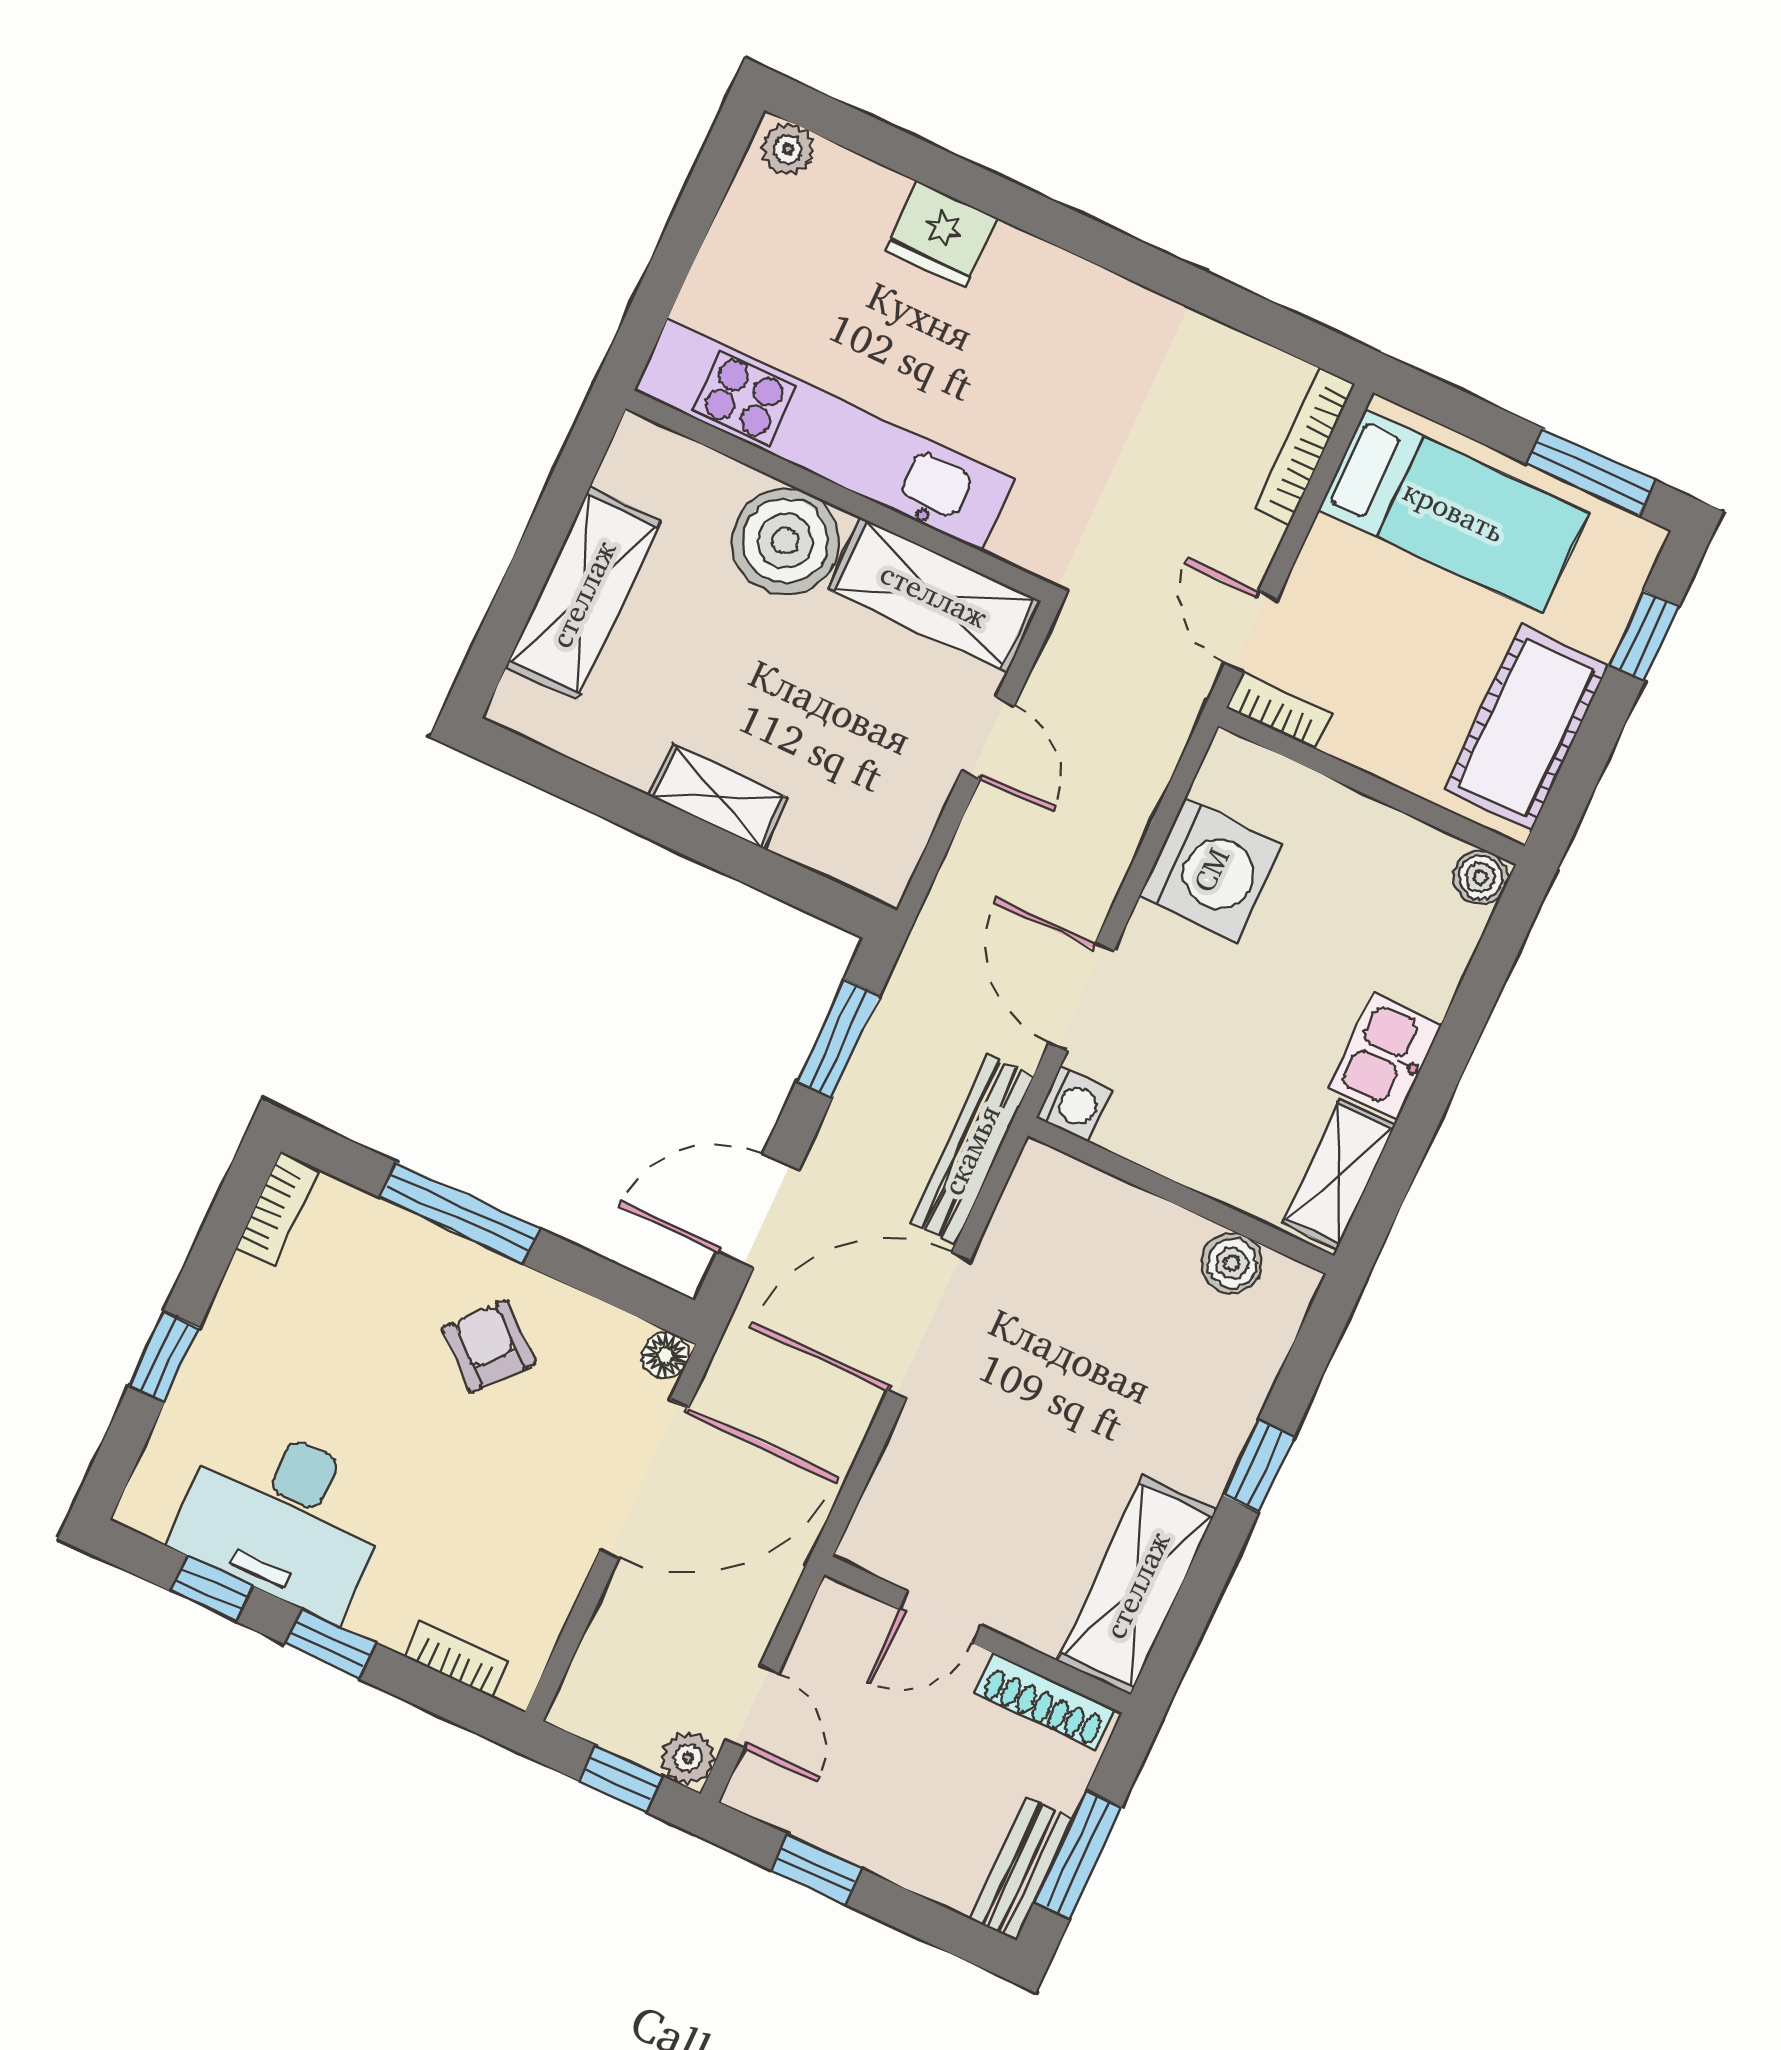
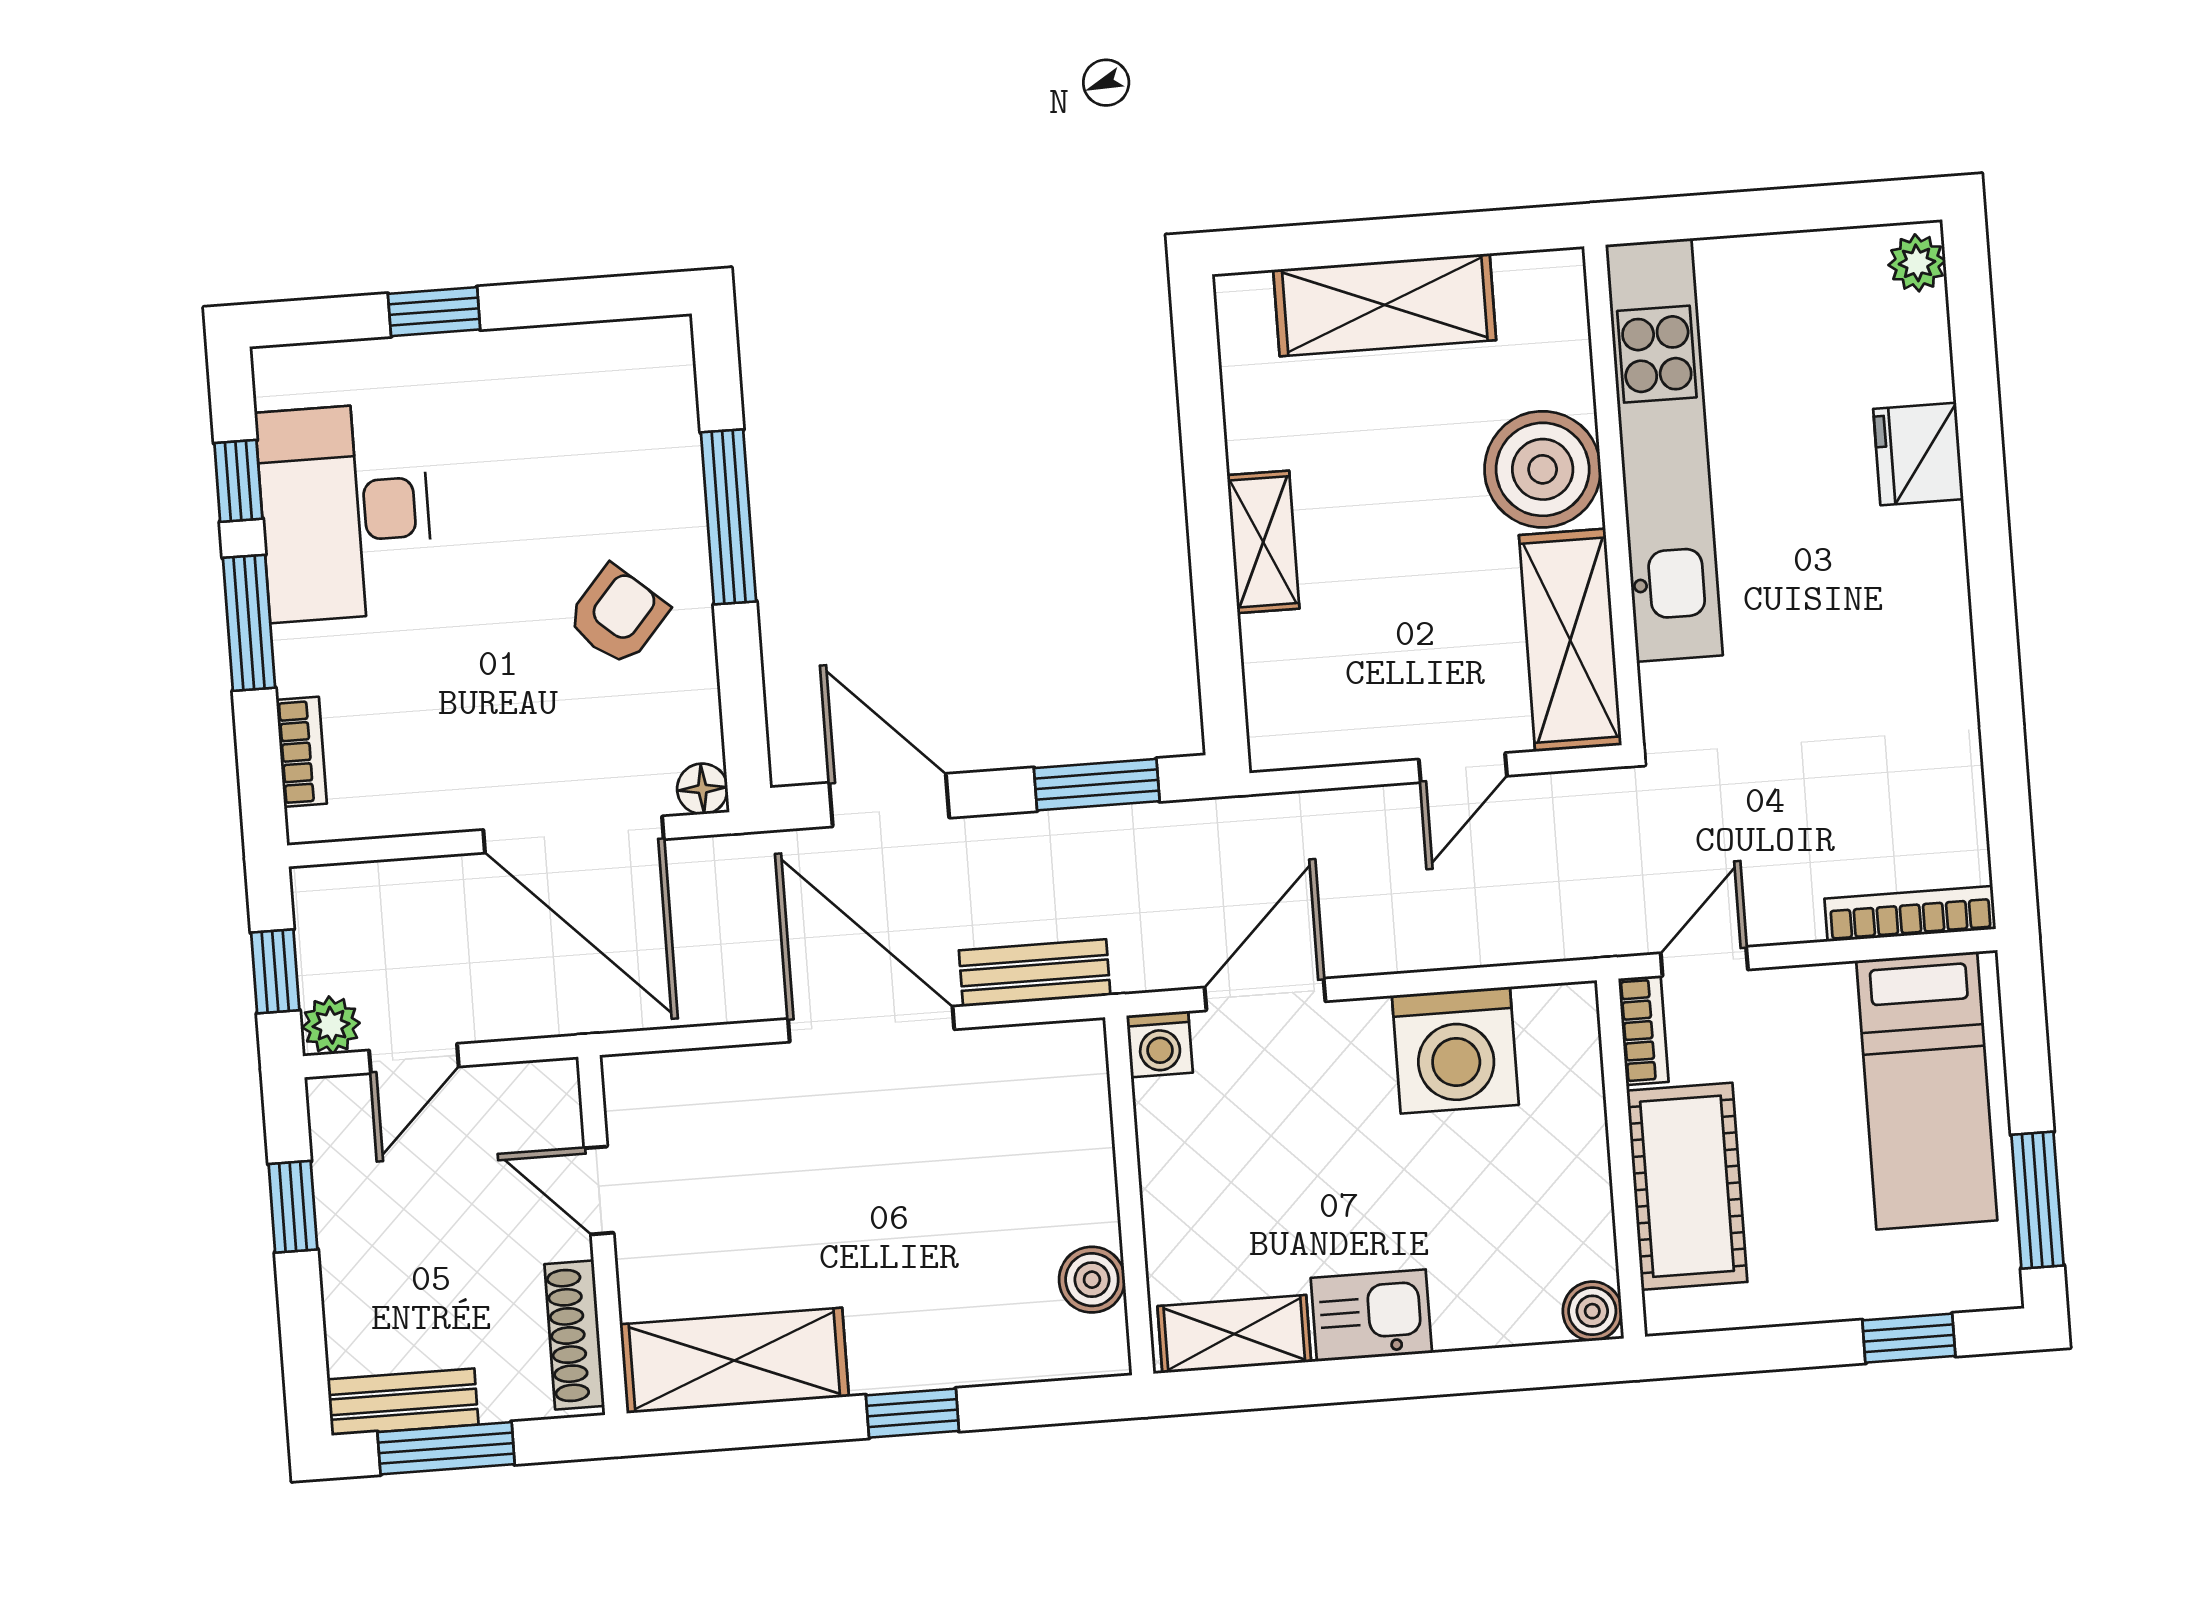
cot: (1526, 728) -> (1687, 1186), moved, turned 90
bench: (971, 1150) -> (1035, 973), width x0.73
bookcase: (277, 1210) -> (634, 341), removed
window: (330, 1644) -> (249, 623), width x1.50

